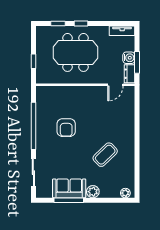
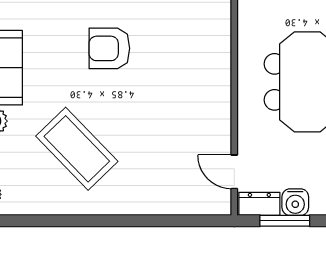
armchair: (66, 128) -> (109, 48), moved
coffee table: (105, 155) -> (77, 149), width x1.36, depth x1.32

